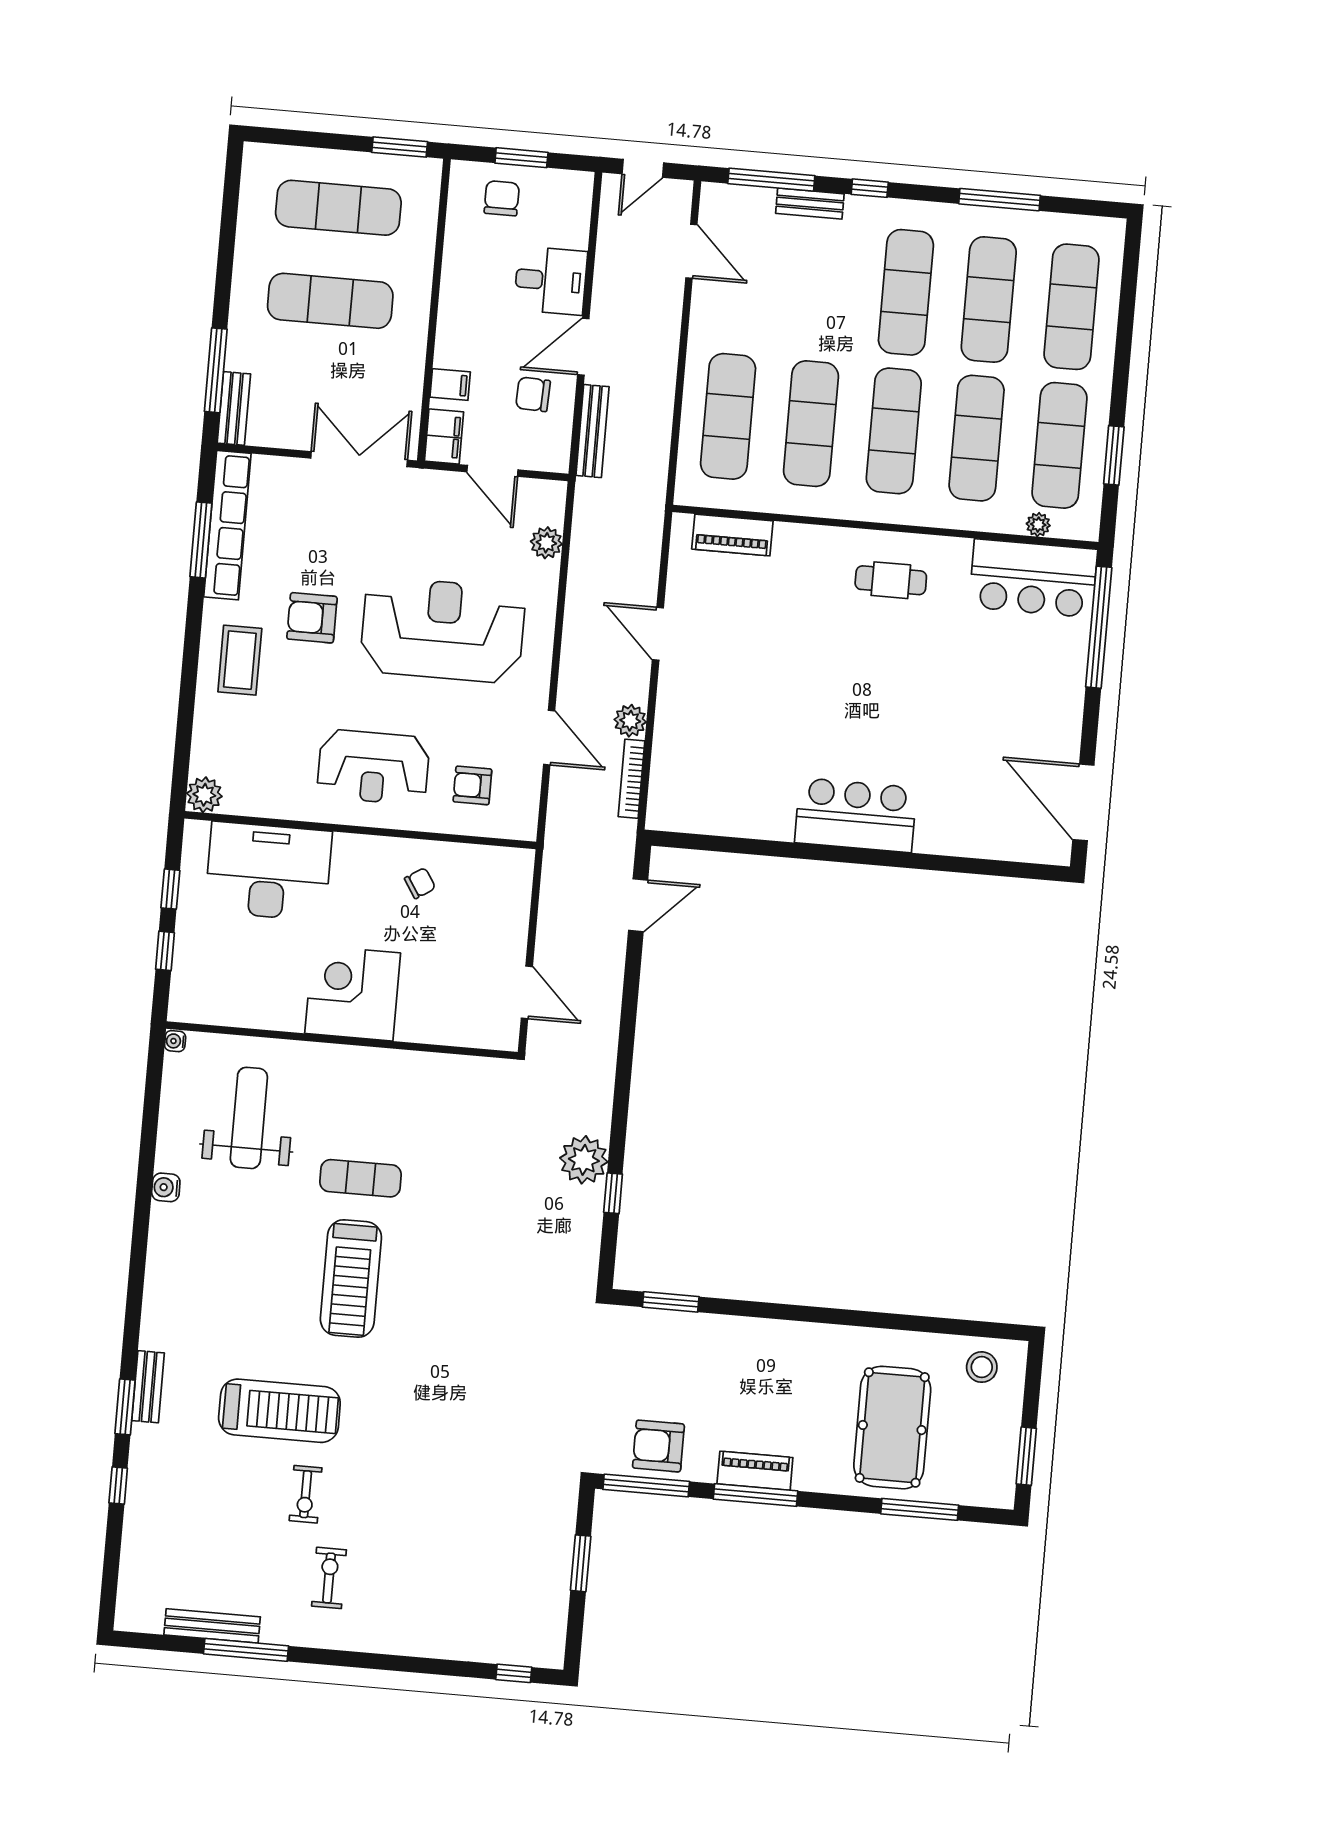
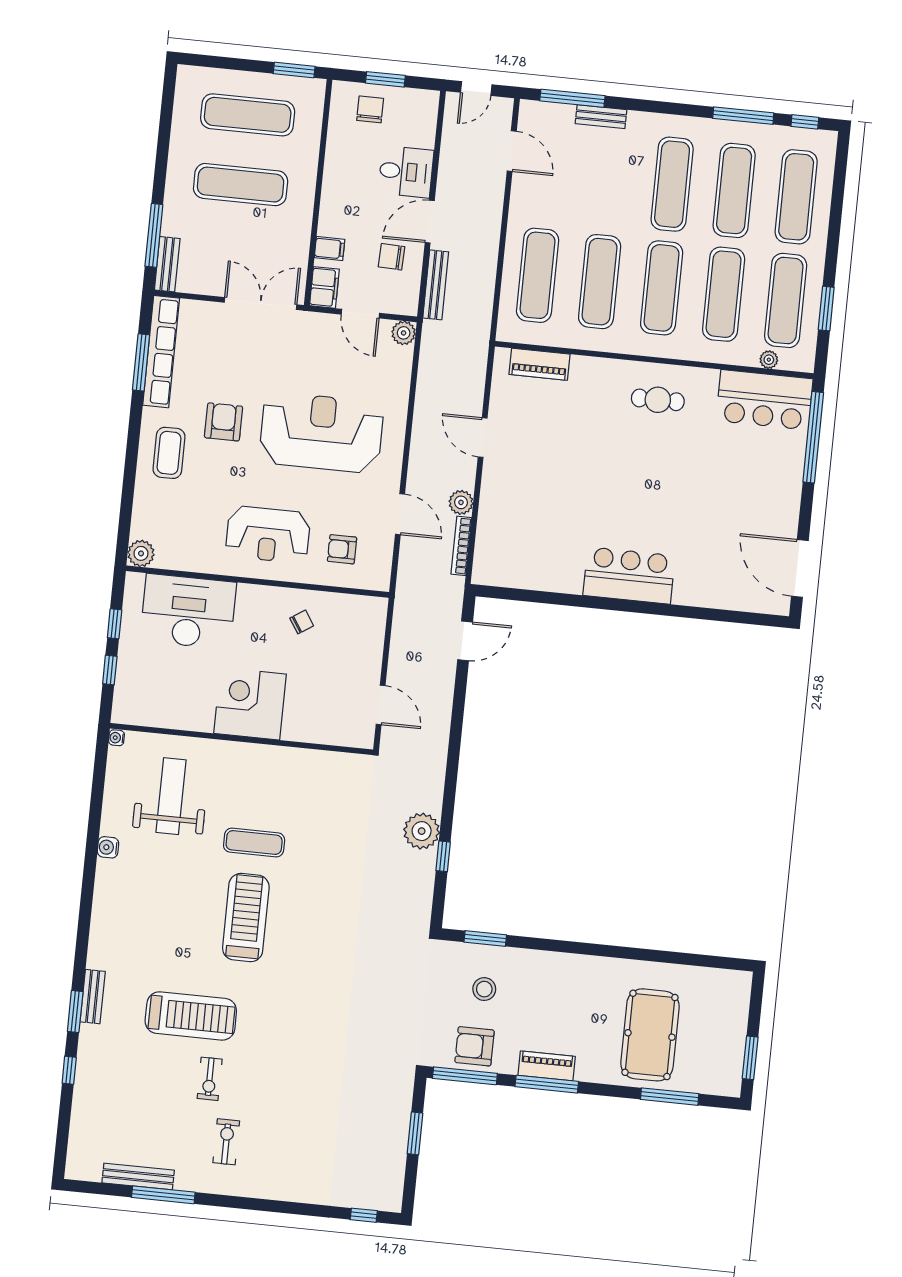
window: (870, 188) -> (805, 122), moved
plant: (546, 543) -> (404, 333), moved
armchair: (312, 618) -> (223, 422), turned 90
treadmill: (351, 1278) -> (246, 918), turned 180
stool: (982, 1367) -> (484, 989), moved

